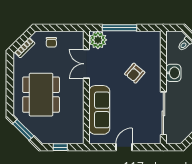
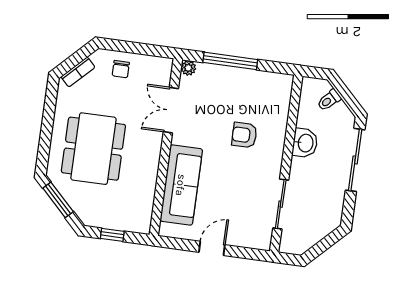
plant: (98, 40) -> (188, 68), width x0.53, depth x0.53
armchair: (135, 73) -> (244, 135), turned 50
sliding door: (163, 113) -> (281, 204), width x0.73

